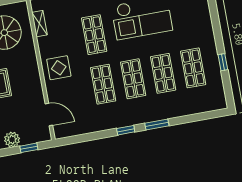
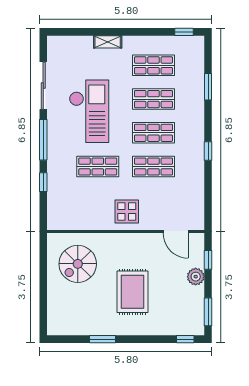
shelving: (39, 24) -> (108, 42), moved
window: (223, 62) -> (184, 32), moved
door: (49, 114) -> (176, 232), swing flipped
window: (157, 125) -> (208, 87), moved

